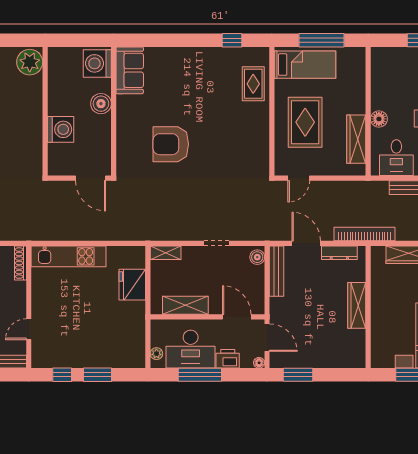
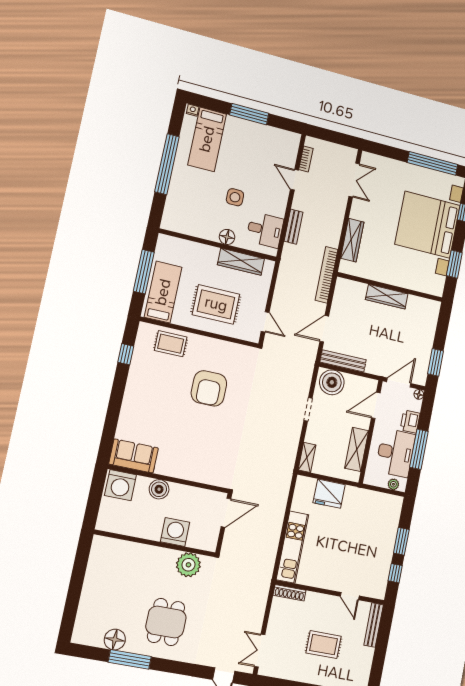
plant: (30, 62) -> (188, 565), moved
armchair: (171, 144) -> (209, 388), moved
dresser: (339, 253) -> (338, 301), removed
boiler: (257, 257) -> (332, 382), width x1.86, depth x1.86

